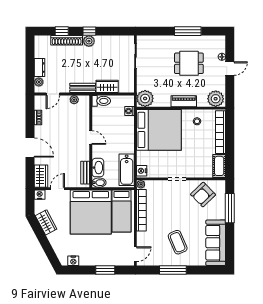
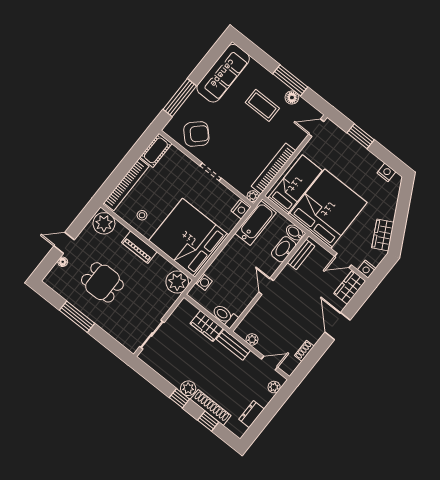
dresser: (40, 68) -> (251, 414), moved
coffee table: (178, 242) -> (262, 105), turned -67
floor lamp: (164, 261) -> (292, 98), added

